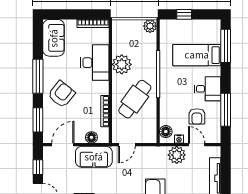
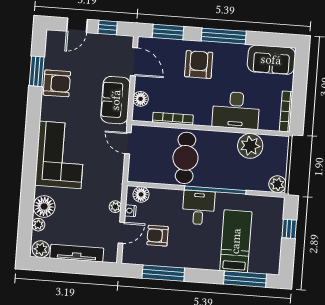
plant: (122, 64) -> (250, 146), moved
desk: (208, 89) -> (199, 208), moved, turned 180
armchair: (61, 94) -> (199, 65), turned -129
cafe table: (135, 99) -> (185, 158), turned 54
plant: (177, 155) -> (115, 207), width x0.53, depth x0.53

